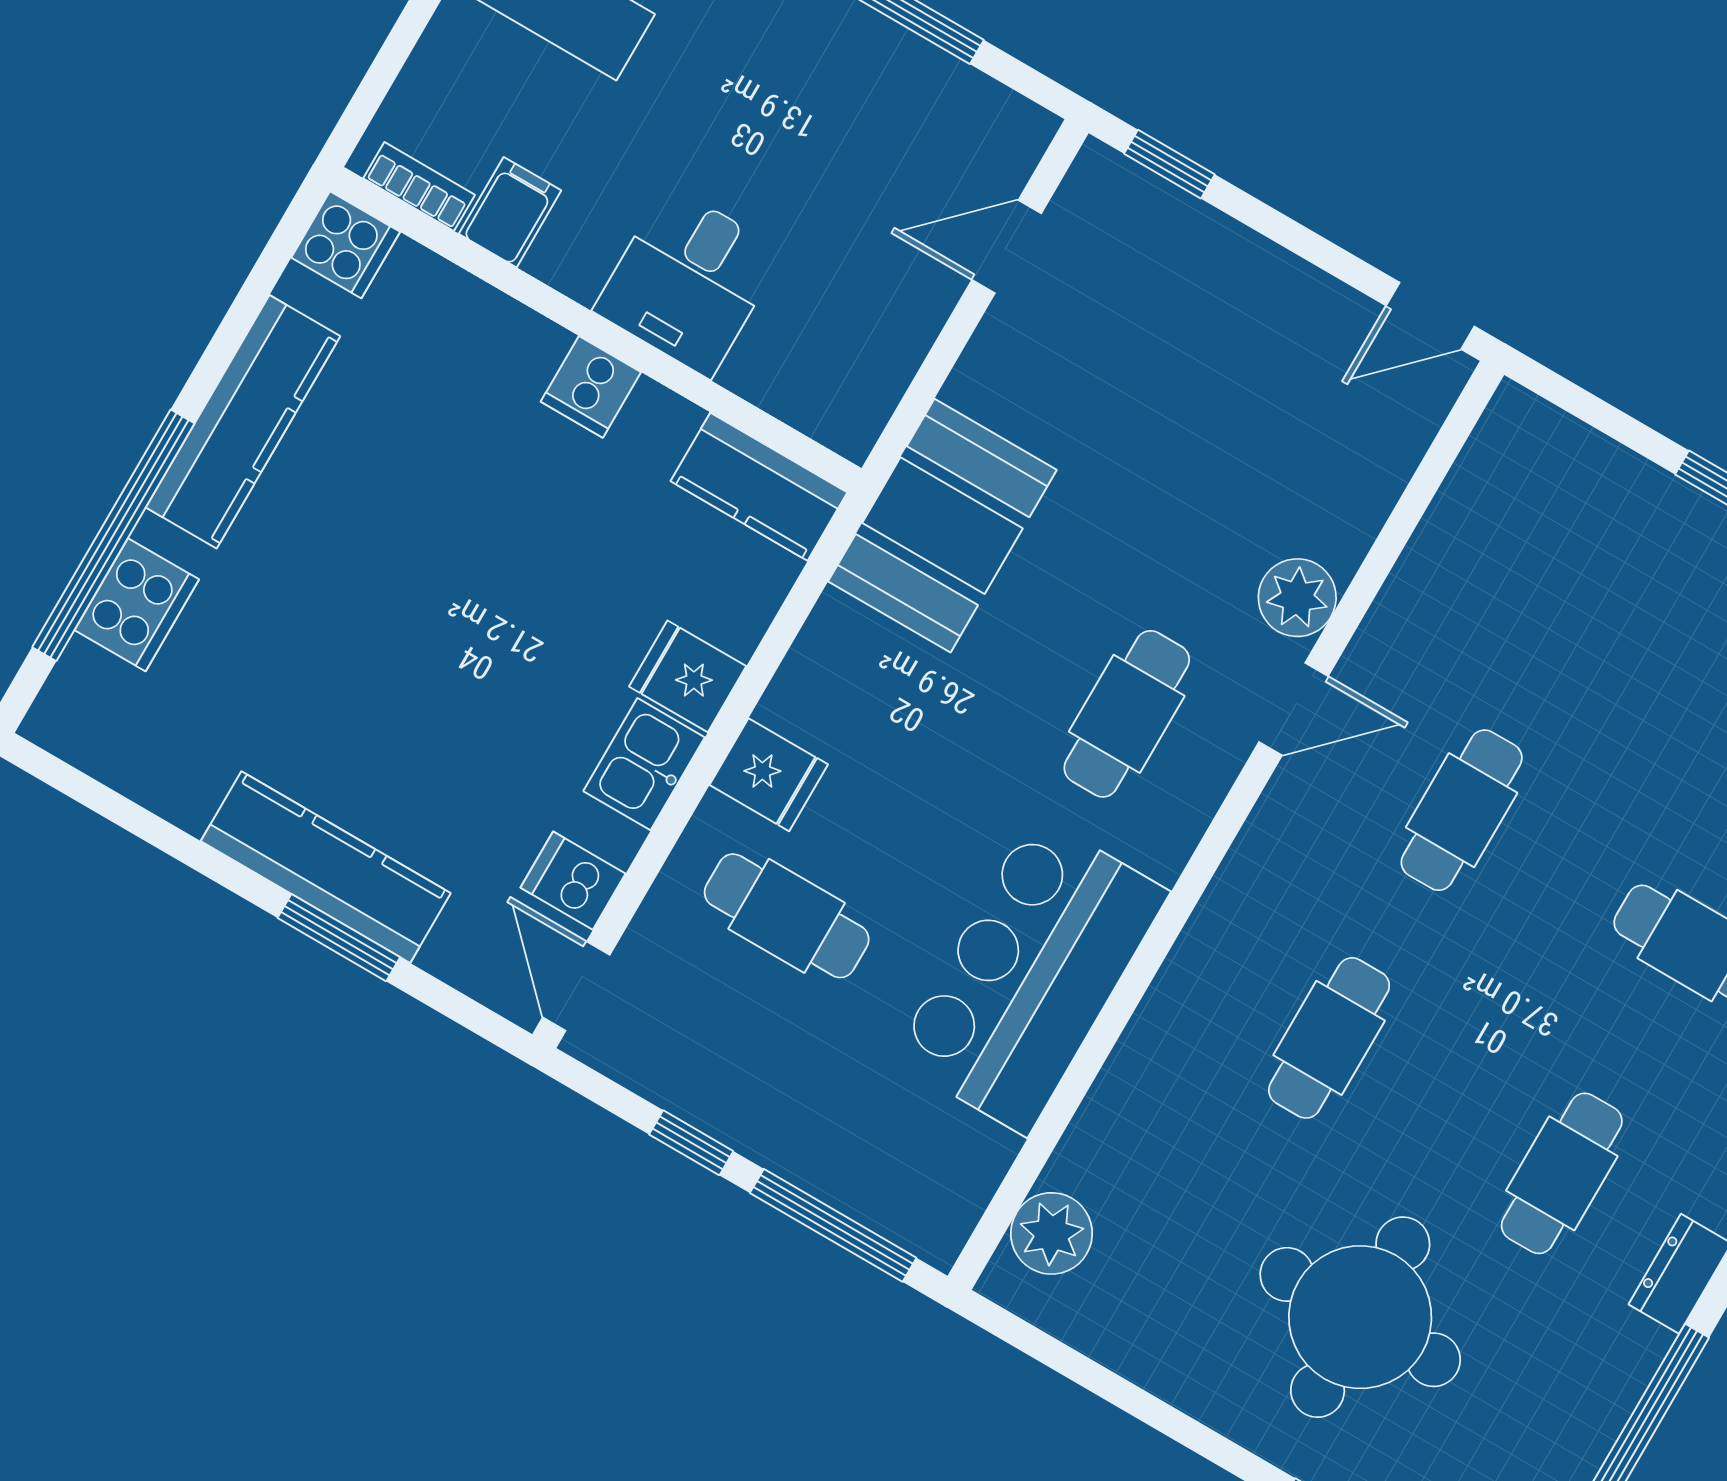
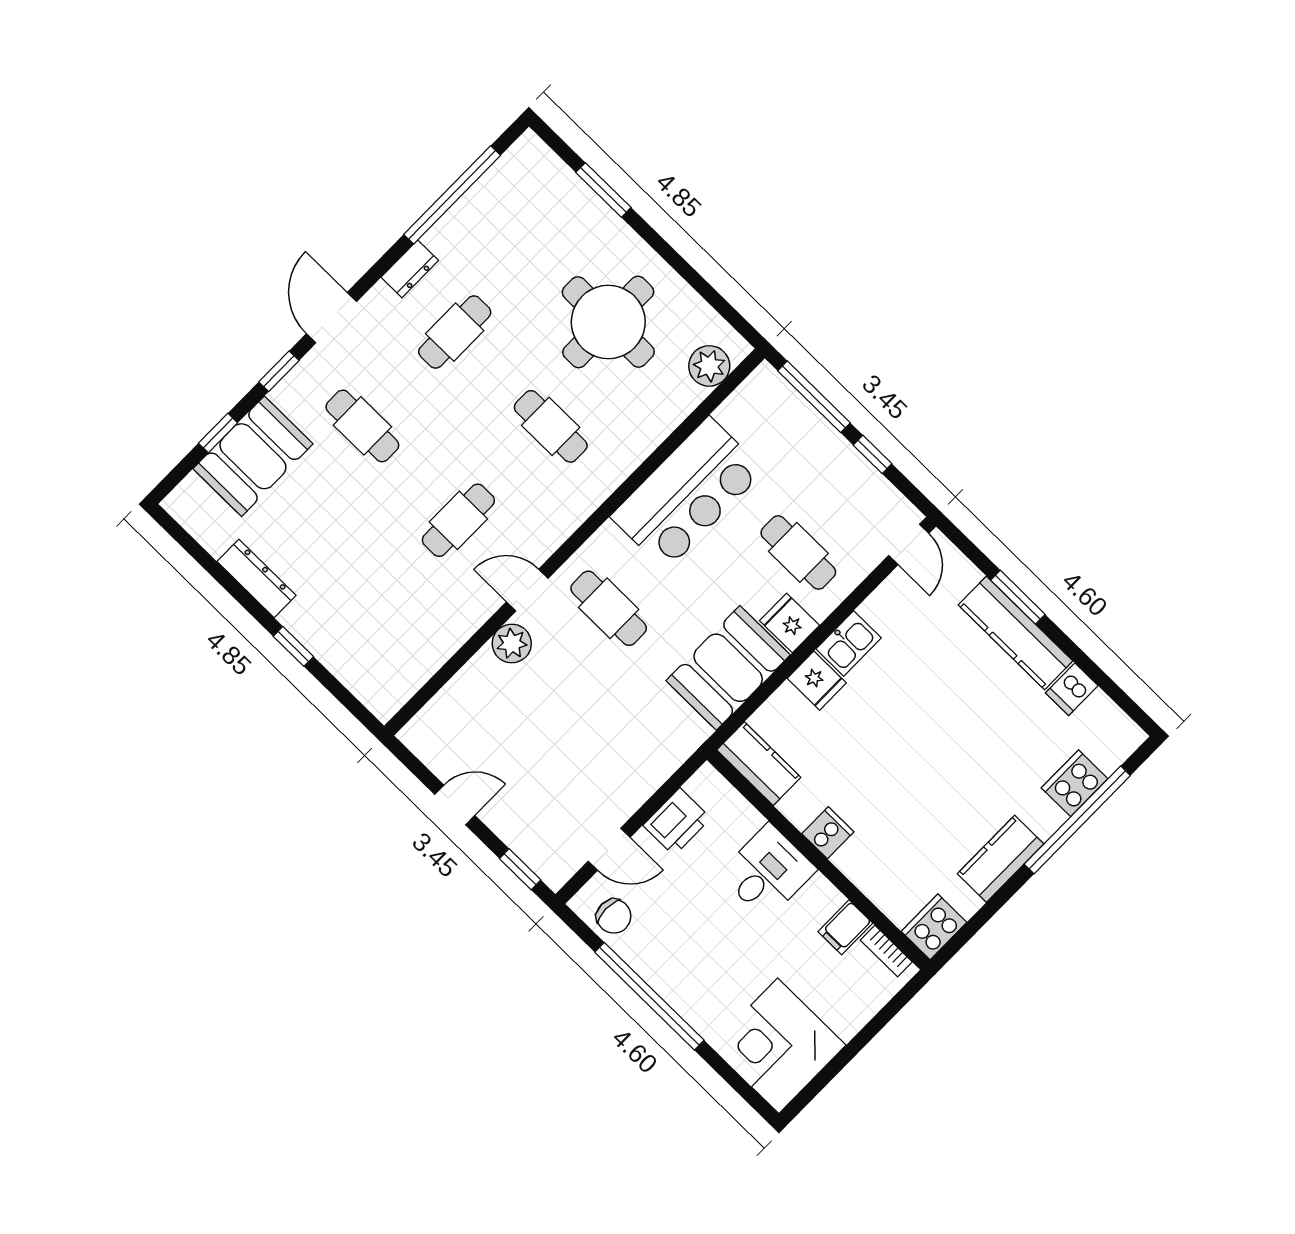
chair: (965, 119) -> (614, 916), added
cooker: (346, 245) -> (934, 927), width x1.36
door: (1430, 316) -> (455, 805), moved
printer: (889, 334) -> (677, 822), added
kitchen counter: (243, 422) -> (1001, 859), width x0.67
booth: (942, 526) -> (728, 668), moved
cafe table: (1127, 714) -> (609, 608), turned 90
dishwasher: (573, 881) -> (1072, 689), moved, turned 90
cafe table: (1329, 1038) -> (551, 426), turned 90
round table: (1360, 1317) -> (608, 322), moved

